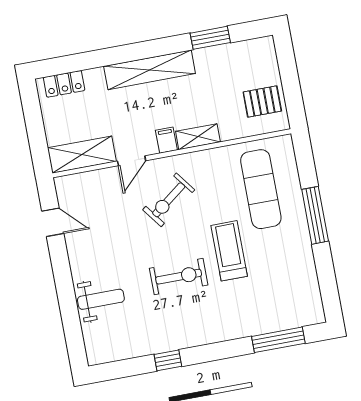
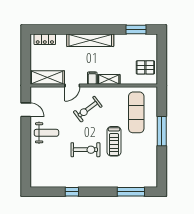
window: (210, 38) -> (136, 30), moved
treadmill: (229, 251) -> (114, 141), turned 180
weight bench: (101, 299) -> (46, 133), moved

